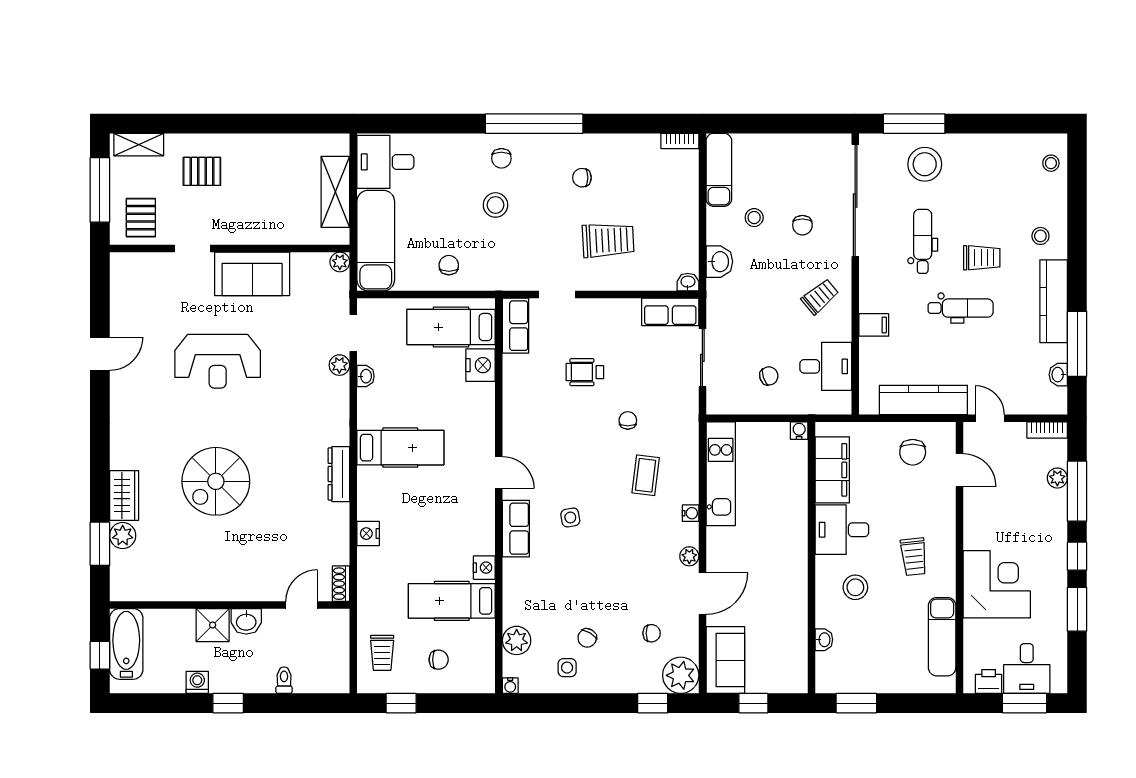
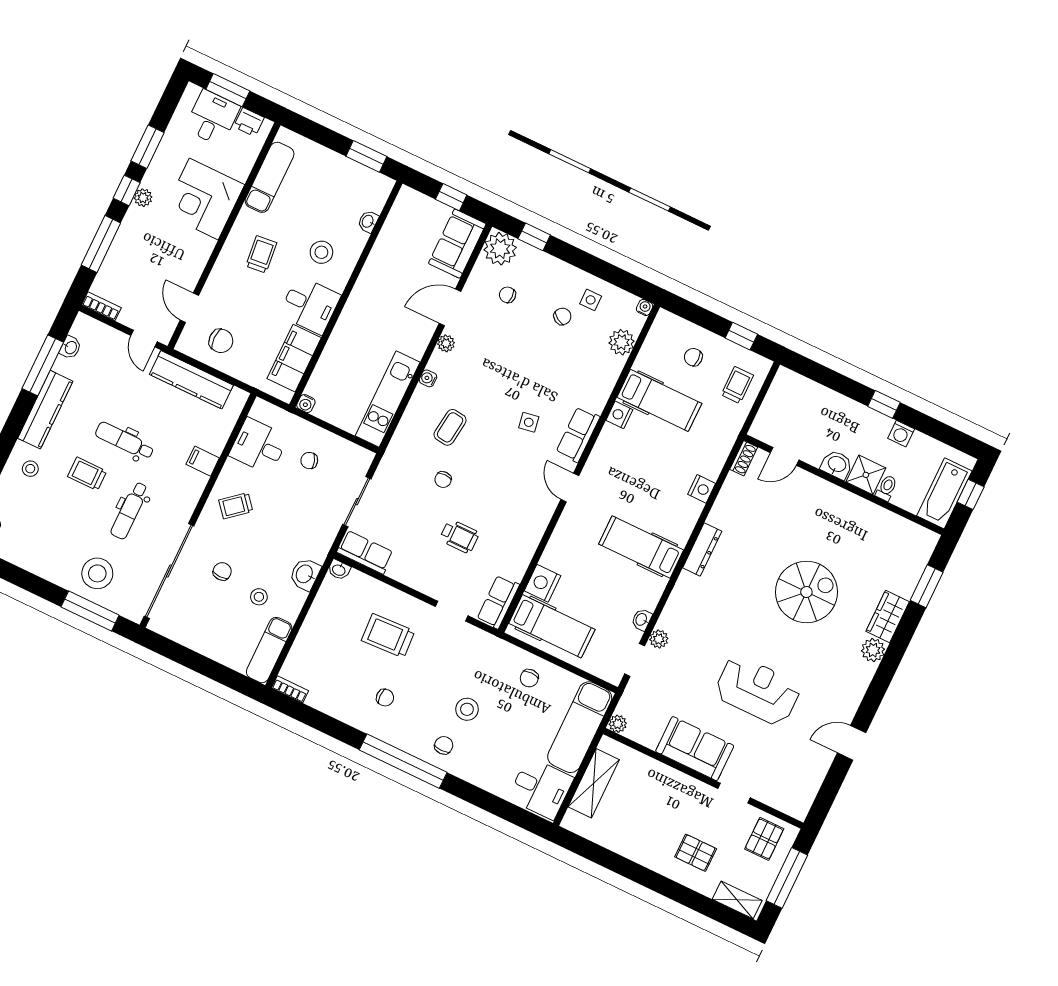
chair: (913, 452) -> (221, 341), turned 90
plant: (1057, 478) -> (143, 198), moved
plant: (123, 535) -> (873, 650), moved
toilet: (284, 680) -> (887, 488), moved, turned 180

